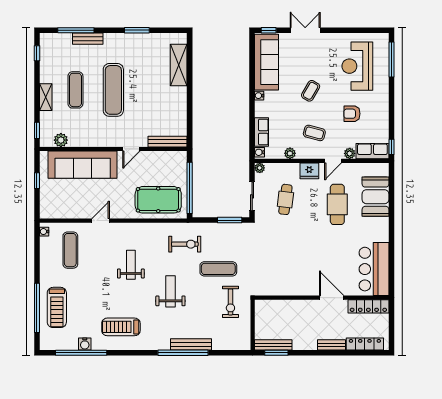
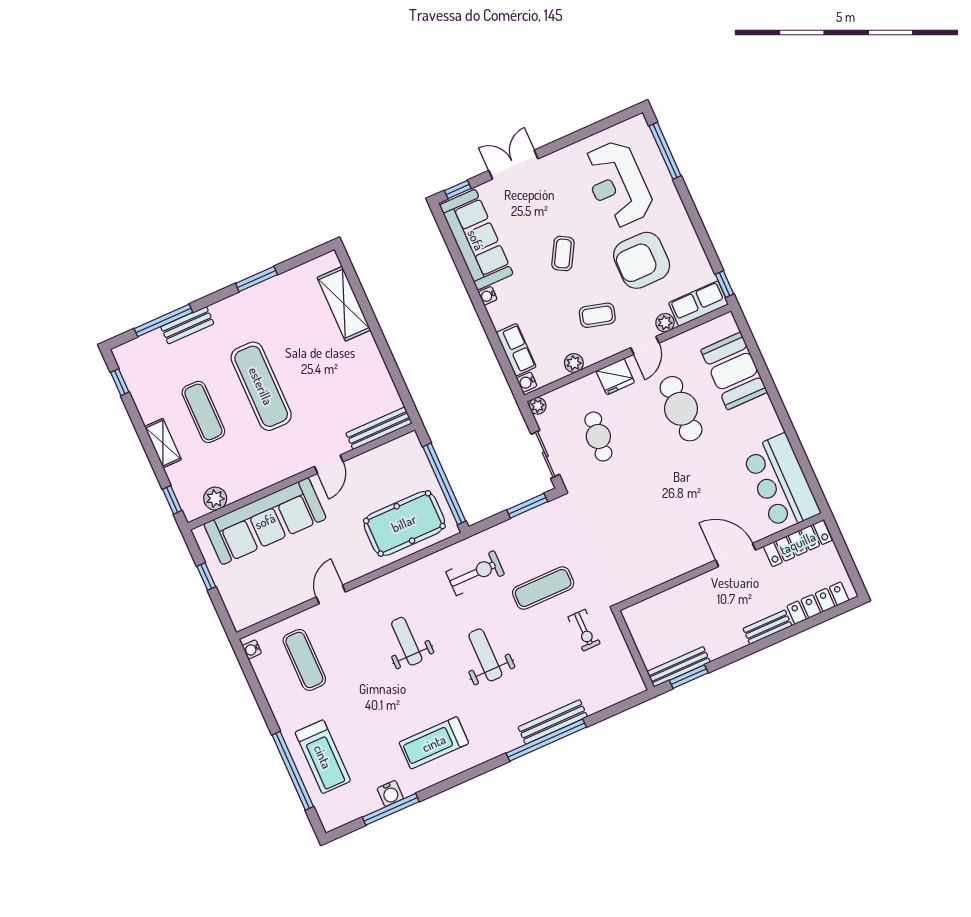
armchair: (352, 114) -> (642, 260), width x1.88, depth x1.88
exercise bike: (230, 302) -> (584, 630), width x0.73, depth x0.72
window: (81, 353) -> (391, 809), width x0.68

